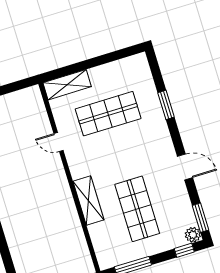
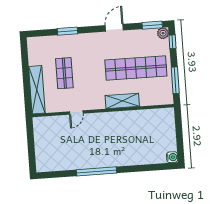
shelving: (67, 85) -> (37, 90), width x1.47
shop shelf: (108, 114) -> (64, 73), width x0.70, depth x0.74
shop shelf: (137, 209) -> (136, 68), width x1.40

